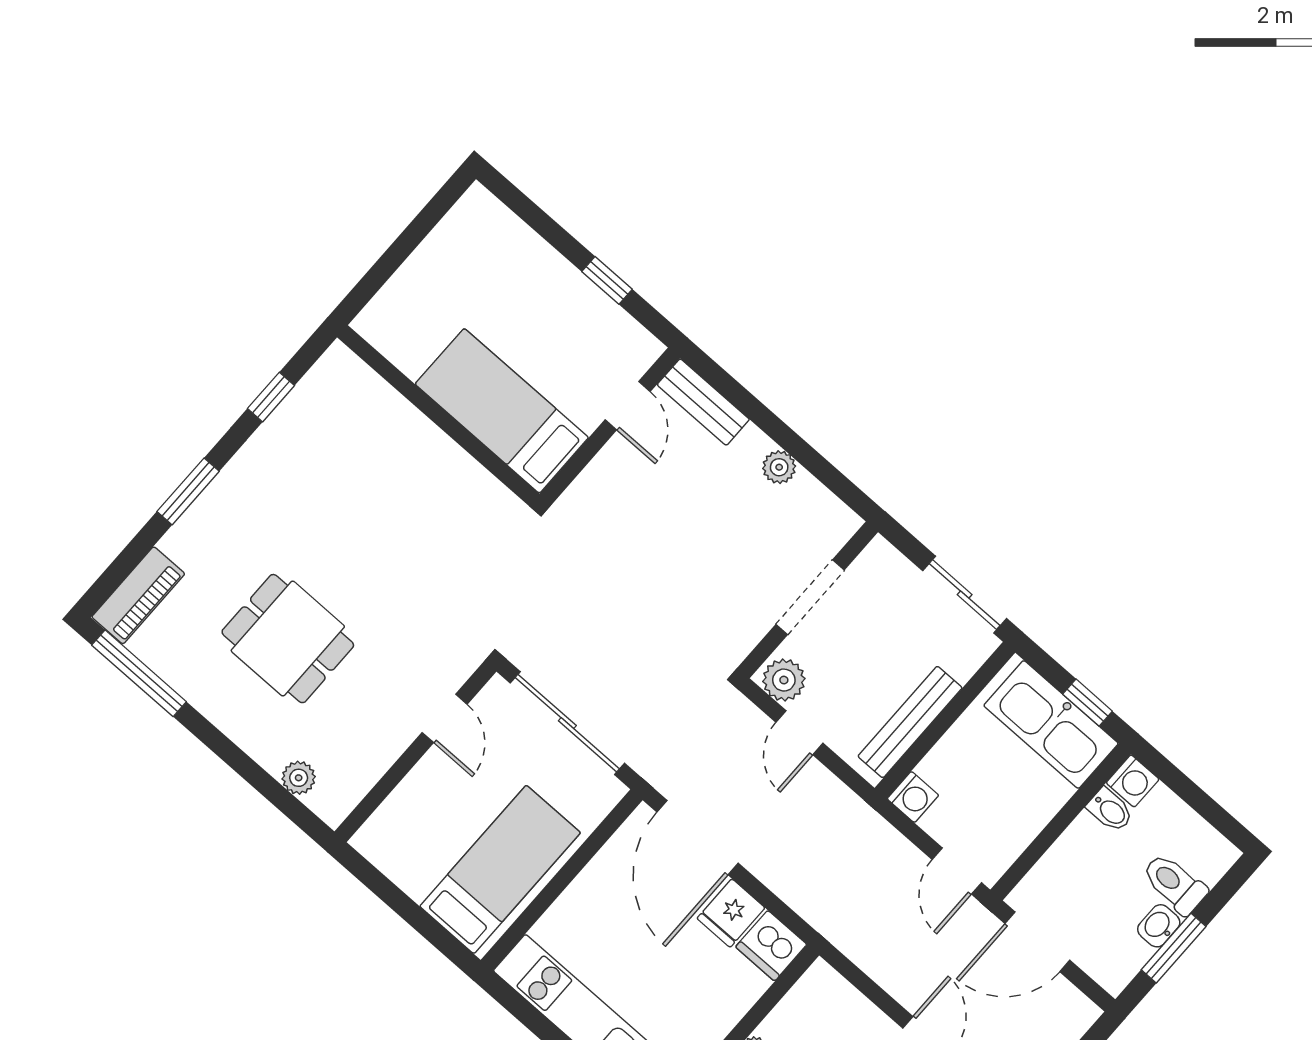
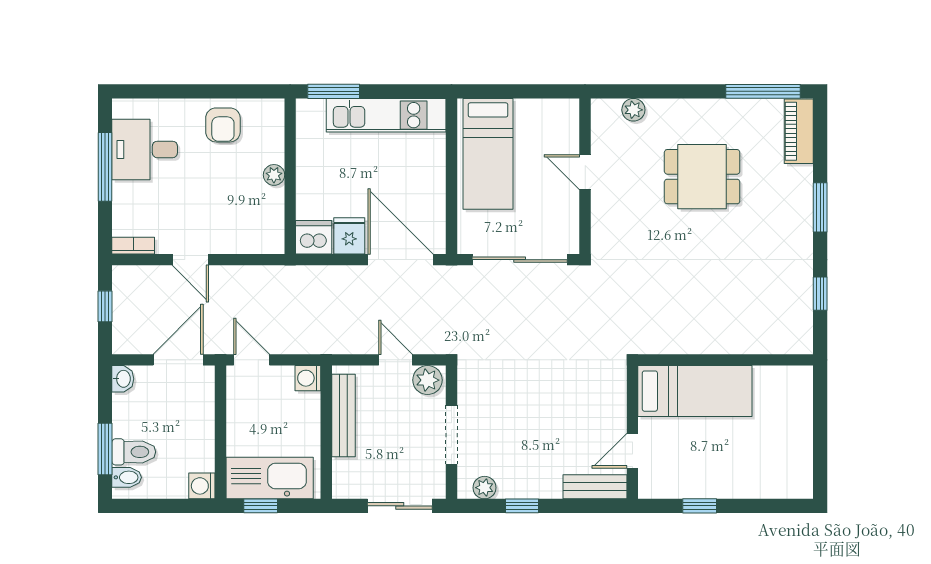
door: (628, 406) -> (632, 451), hinge flipped
window: (802, 451) -> (522, 506), added
plant: (779, 467) -> (484, 488), moved
sliding door: (965, 595) -> (400, 506), moved
door: (445, 718) -> (585, 172), moved
bidet: (1110, 810) -> (127, 477), moved, turned 180
washbasin: (1159, 926) -> (123, 379), moved
window: (1174, 948) -> (105, 449), moved

